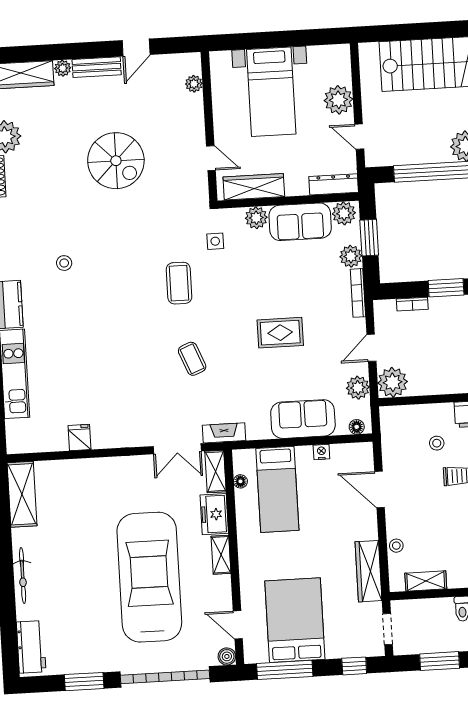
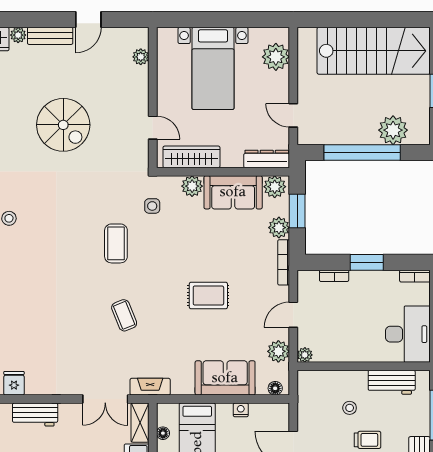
plant: (338, 100) -> (276, 57), moved
plant: (393, 382) -> (305, 355), width x0.53, depth x0.53
workbench: (104, 469) -> (35, 415), added

